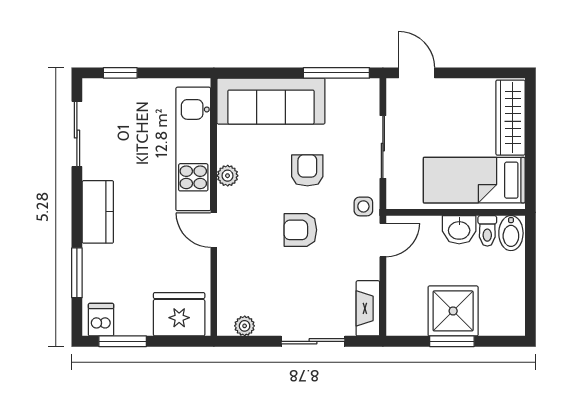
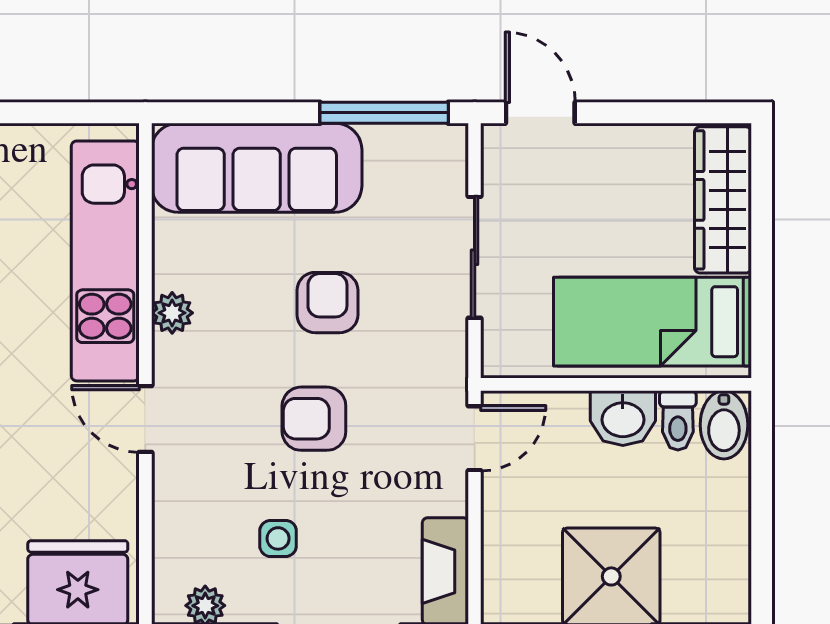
side table: (363, 206) -> (278, 538), moved

